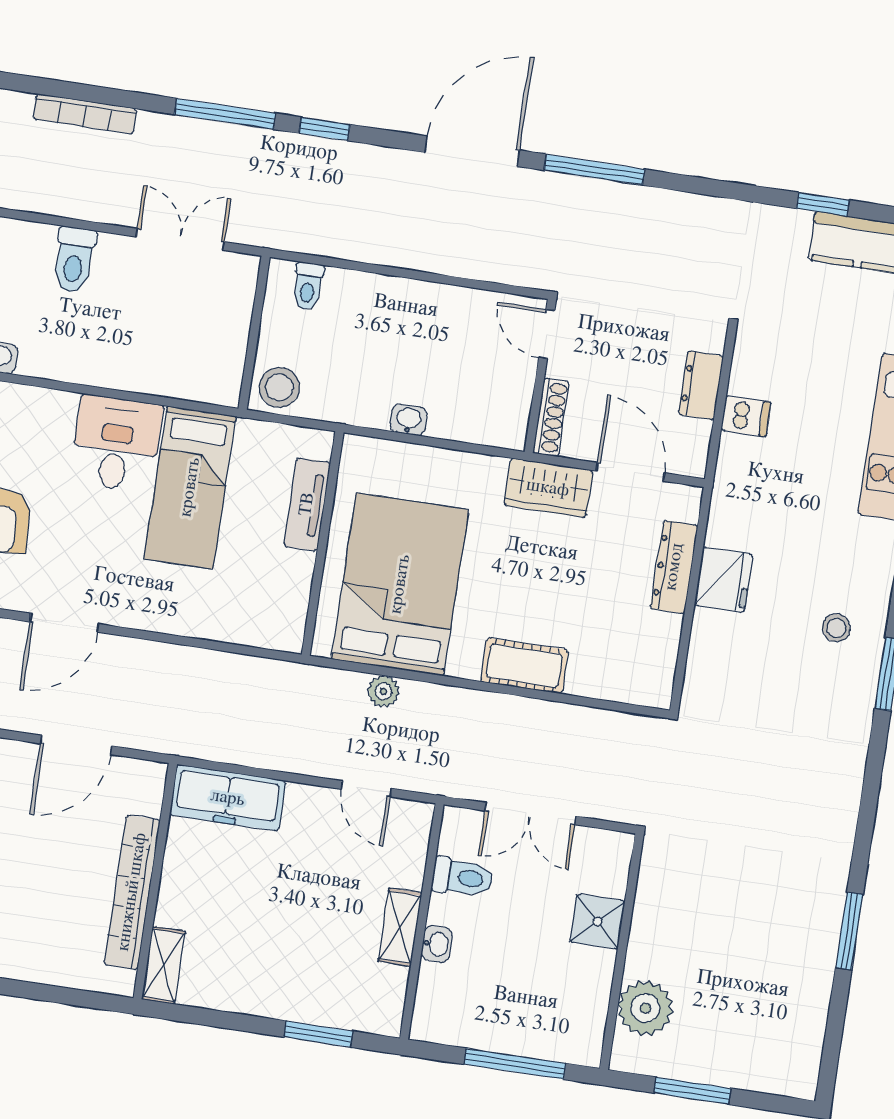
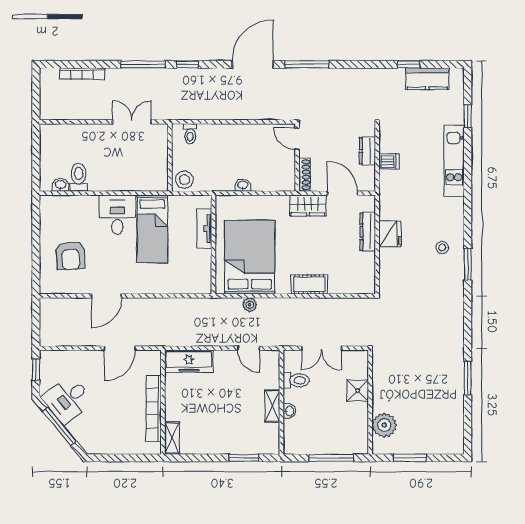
toilet: (74, 260) -> (79, 177), moved, turned 180

